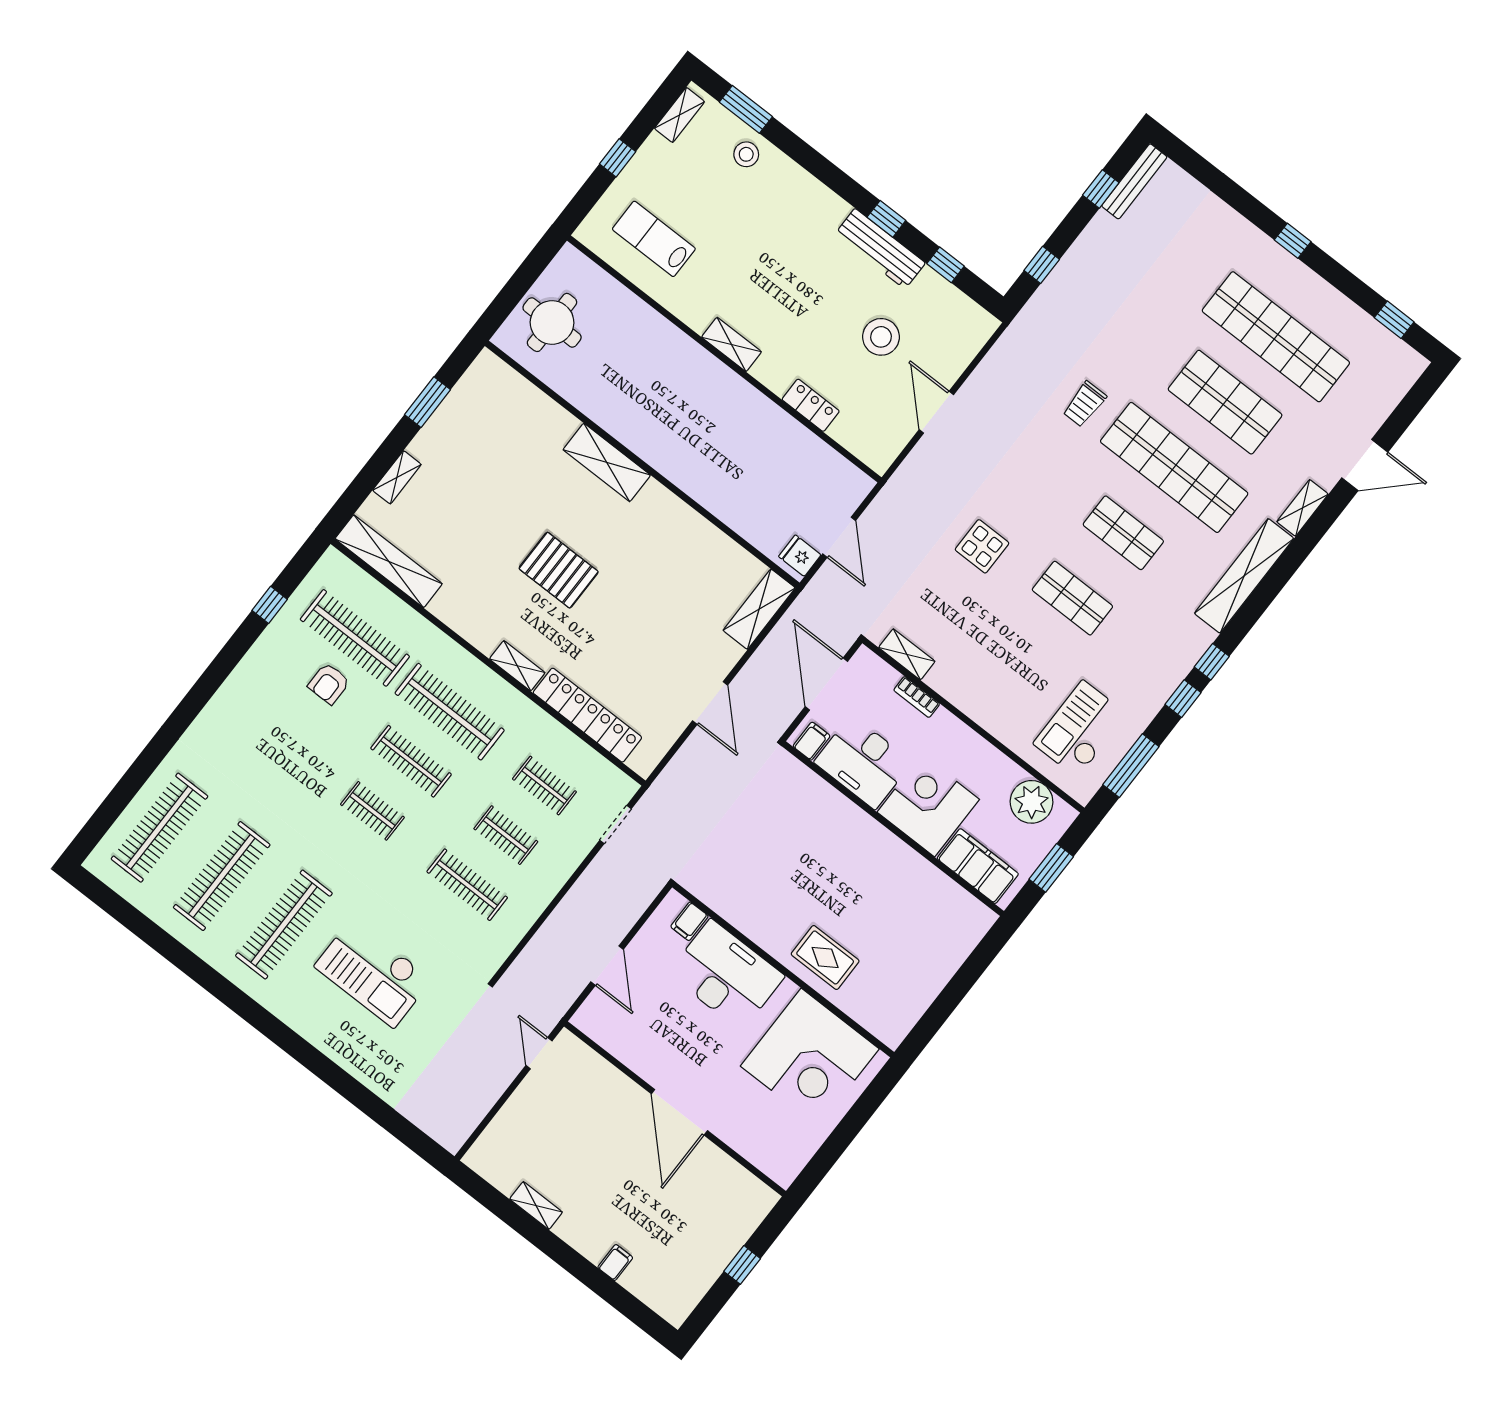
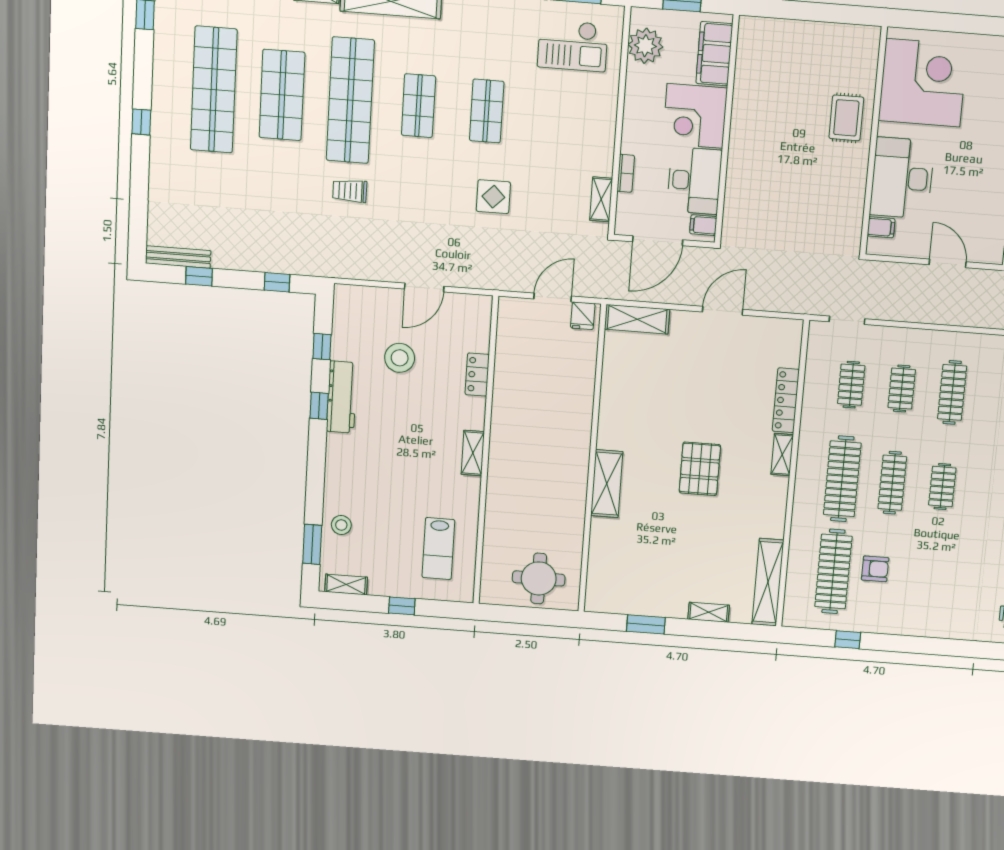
trolley: (1085, 404) -> (350, 191), turned 180
locker: (587, 715) -> (786, 400), width x0.71, depth x0.83
door: (607, 966) -> (948, 263), hinge flipped

